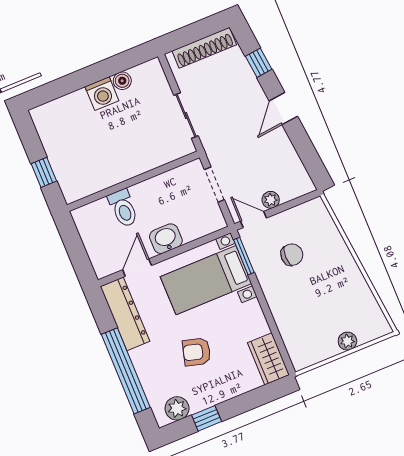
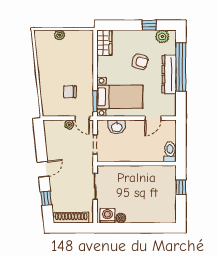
washing machine: (102, 94) -> (107, 216), moved
toilet: (123, 208) -> (170, 152), moved
washbasin: (166, 239) -> (117, 127), moved
dresser: (125, 314) -> (169, 74), moved

